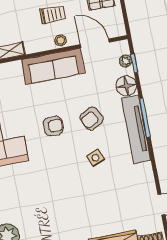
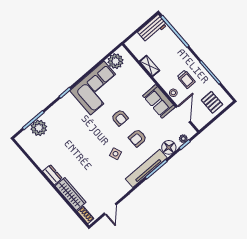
sofa: (53, 66) -> (159, 101), width x0.73
armchair: (92, 118) -> (138, 138), turned -63

